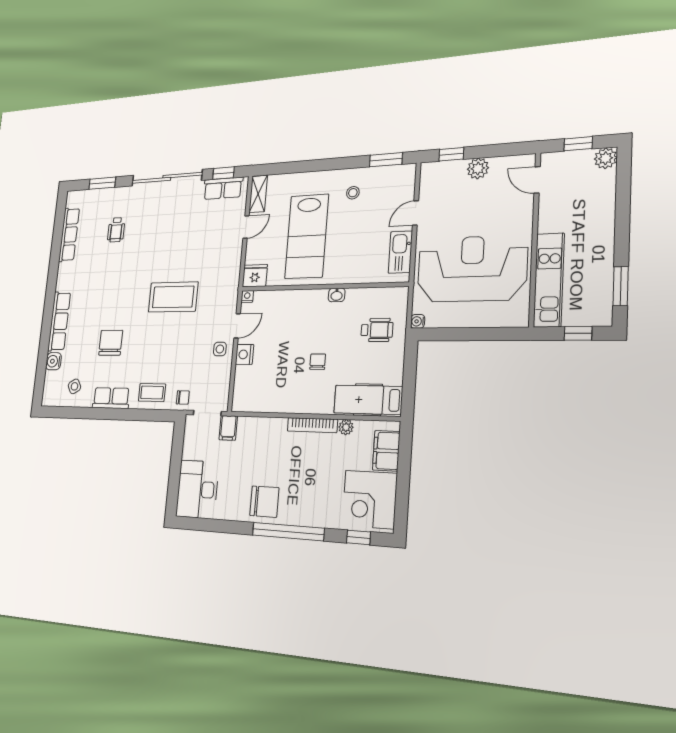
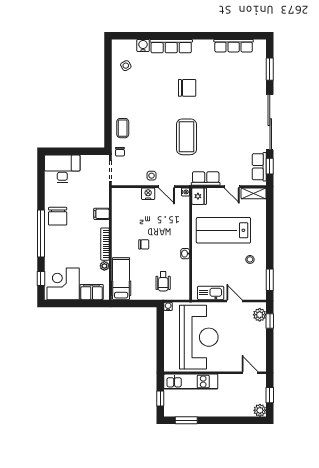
plant: (478, 168) -> (260, 315), moved
door: (537, 180) -> (250, 373), hinge flipped
wheelchair: (116, 230) -> (235, 85), removed
chair: (111, 343) -> (187, 88), moved
row of seats: (111, 398) -> (206, 179), moved, turned -90
filing cabinet: (228, 428) -> (101, 214), moved

